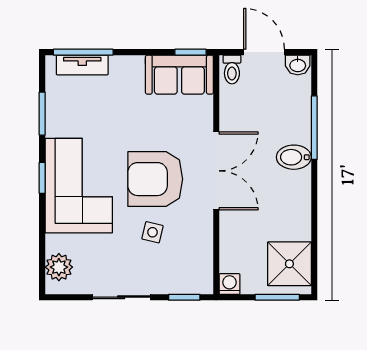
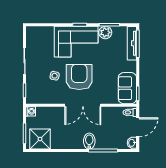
tv unit: (82, 65) -> (132, 43), width x1.41
plant: (59, 267) -> (105, 32), moved

